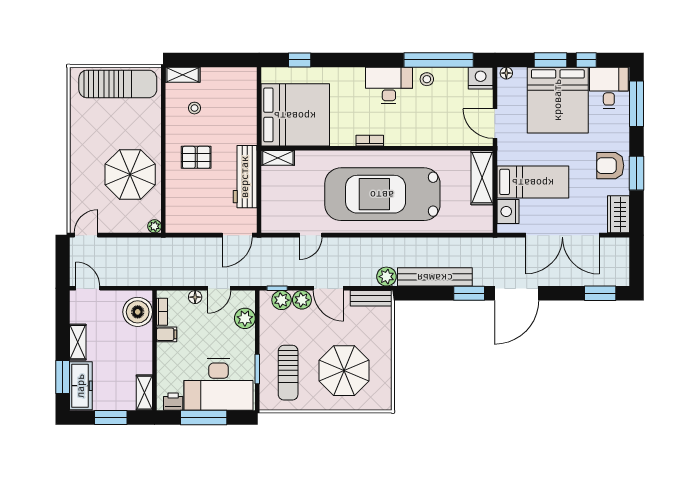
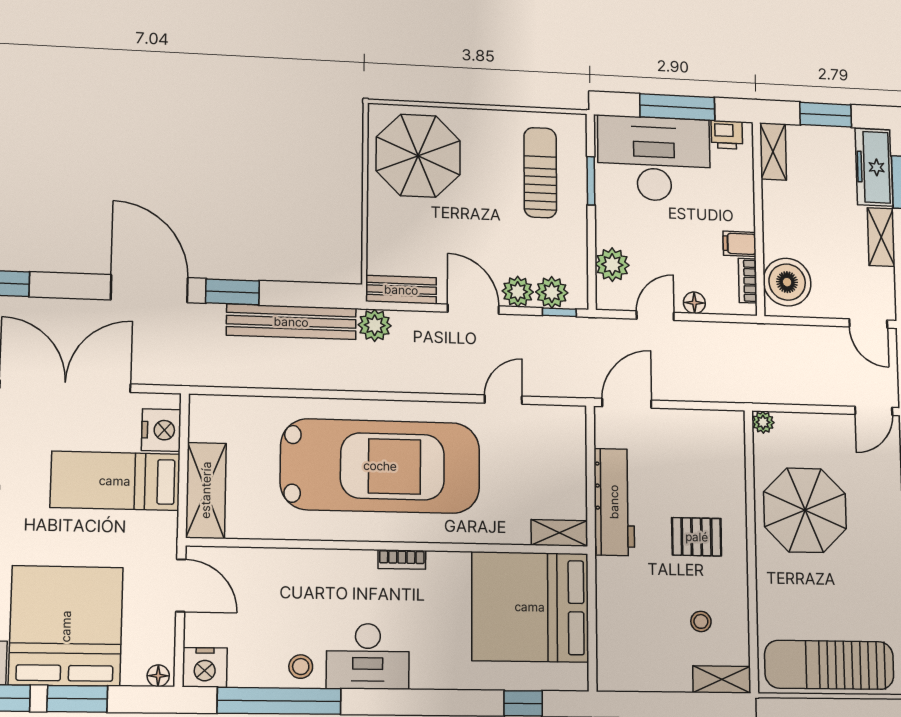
door: (517, 293) -> (149, 289), hinge flipped
parasol: (344, 371) -> (418, 156), moved

